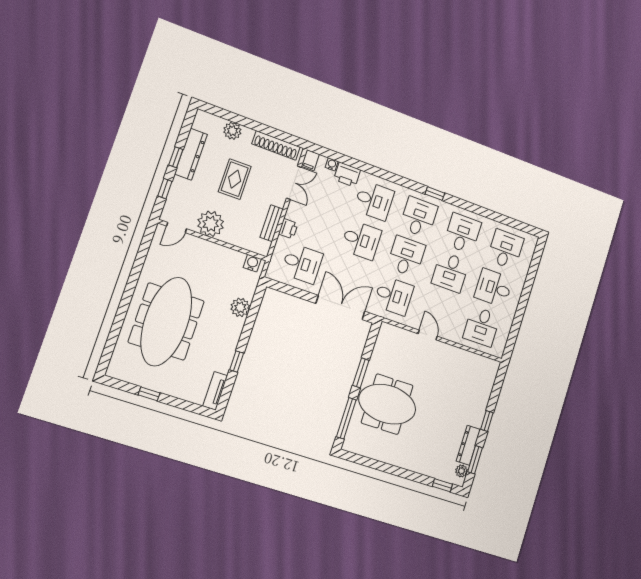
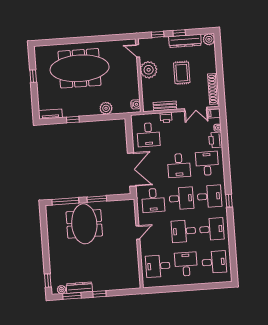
plant: (232, 131) -> (209, 39), moved
rug: (235, 179) -> (182, 73), turned 90
desk: (374, 201) -> (207, 163), turned 180

